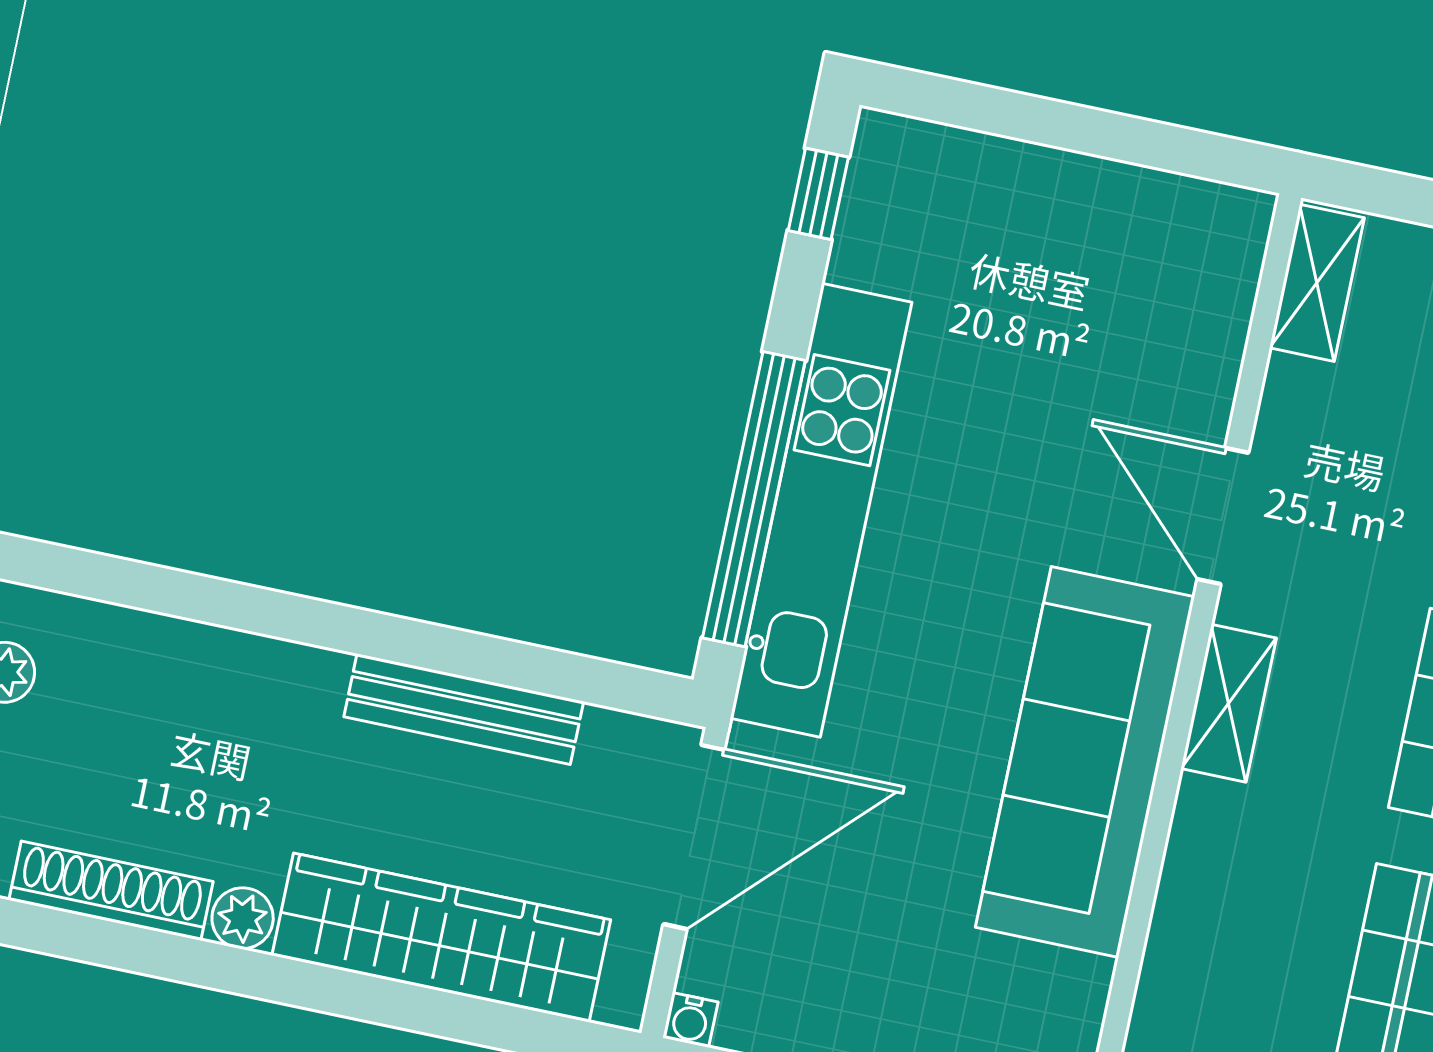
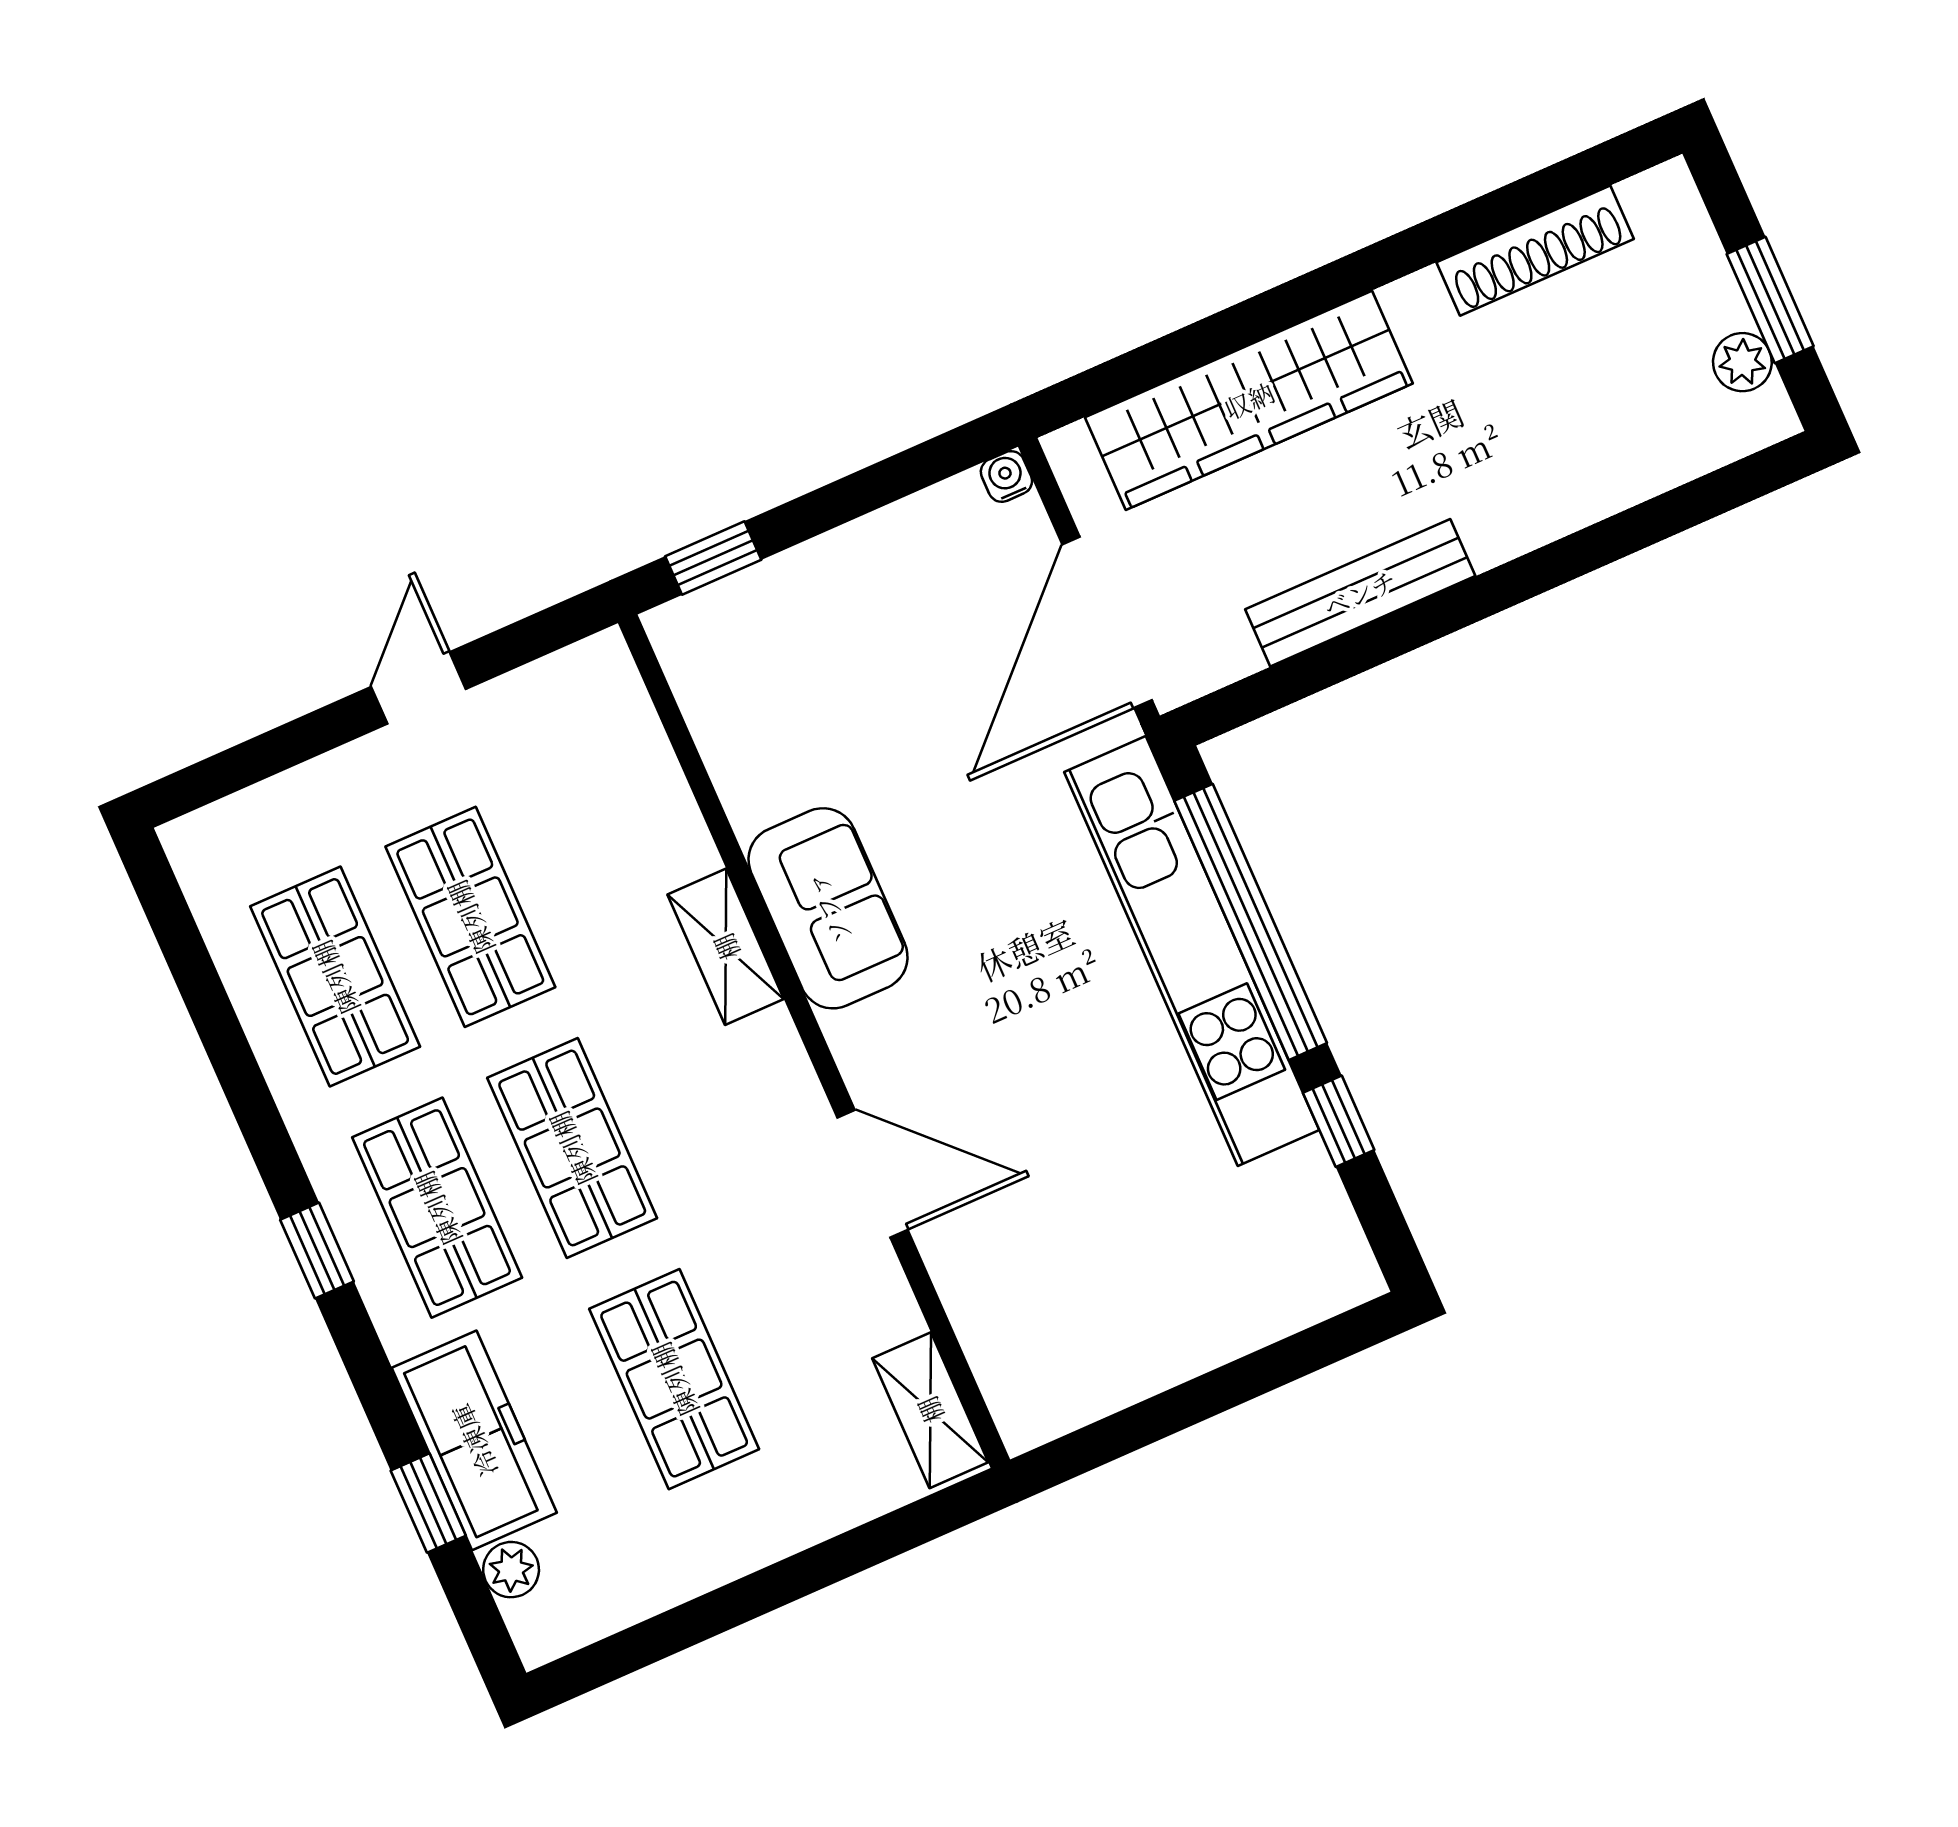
window: (818, 194) -> (1339, 1121), moved
shelving: (1229, 703) -> (726, 947), moved
sofa: (1085, 762) -> (828, 908), width x0.54, depth x0.79
plant: (243, 918) -> (1416, 303), removed

